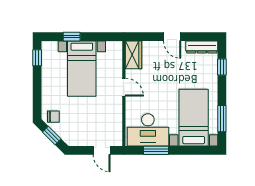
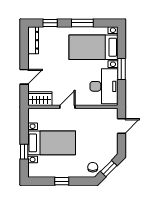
door: (172, 37) -> (24, 77), moved
window: (37, 58) -> (62, 181), moved
window: (222, 119) -> (82, 23), moved
window: (156, 150) -> (121, 69), moved

